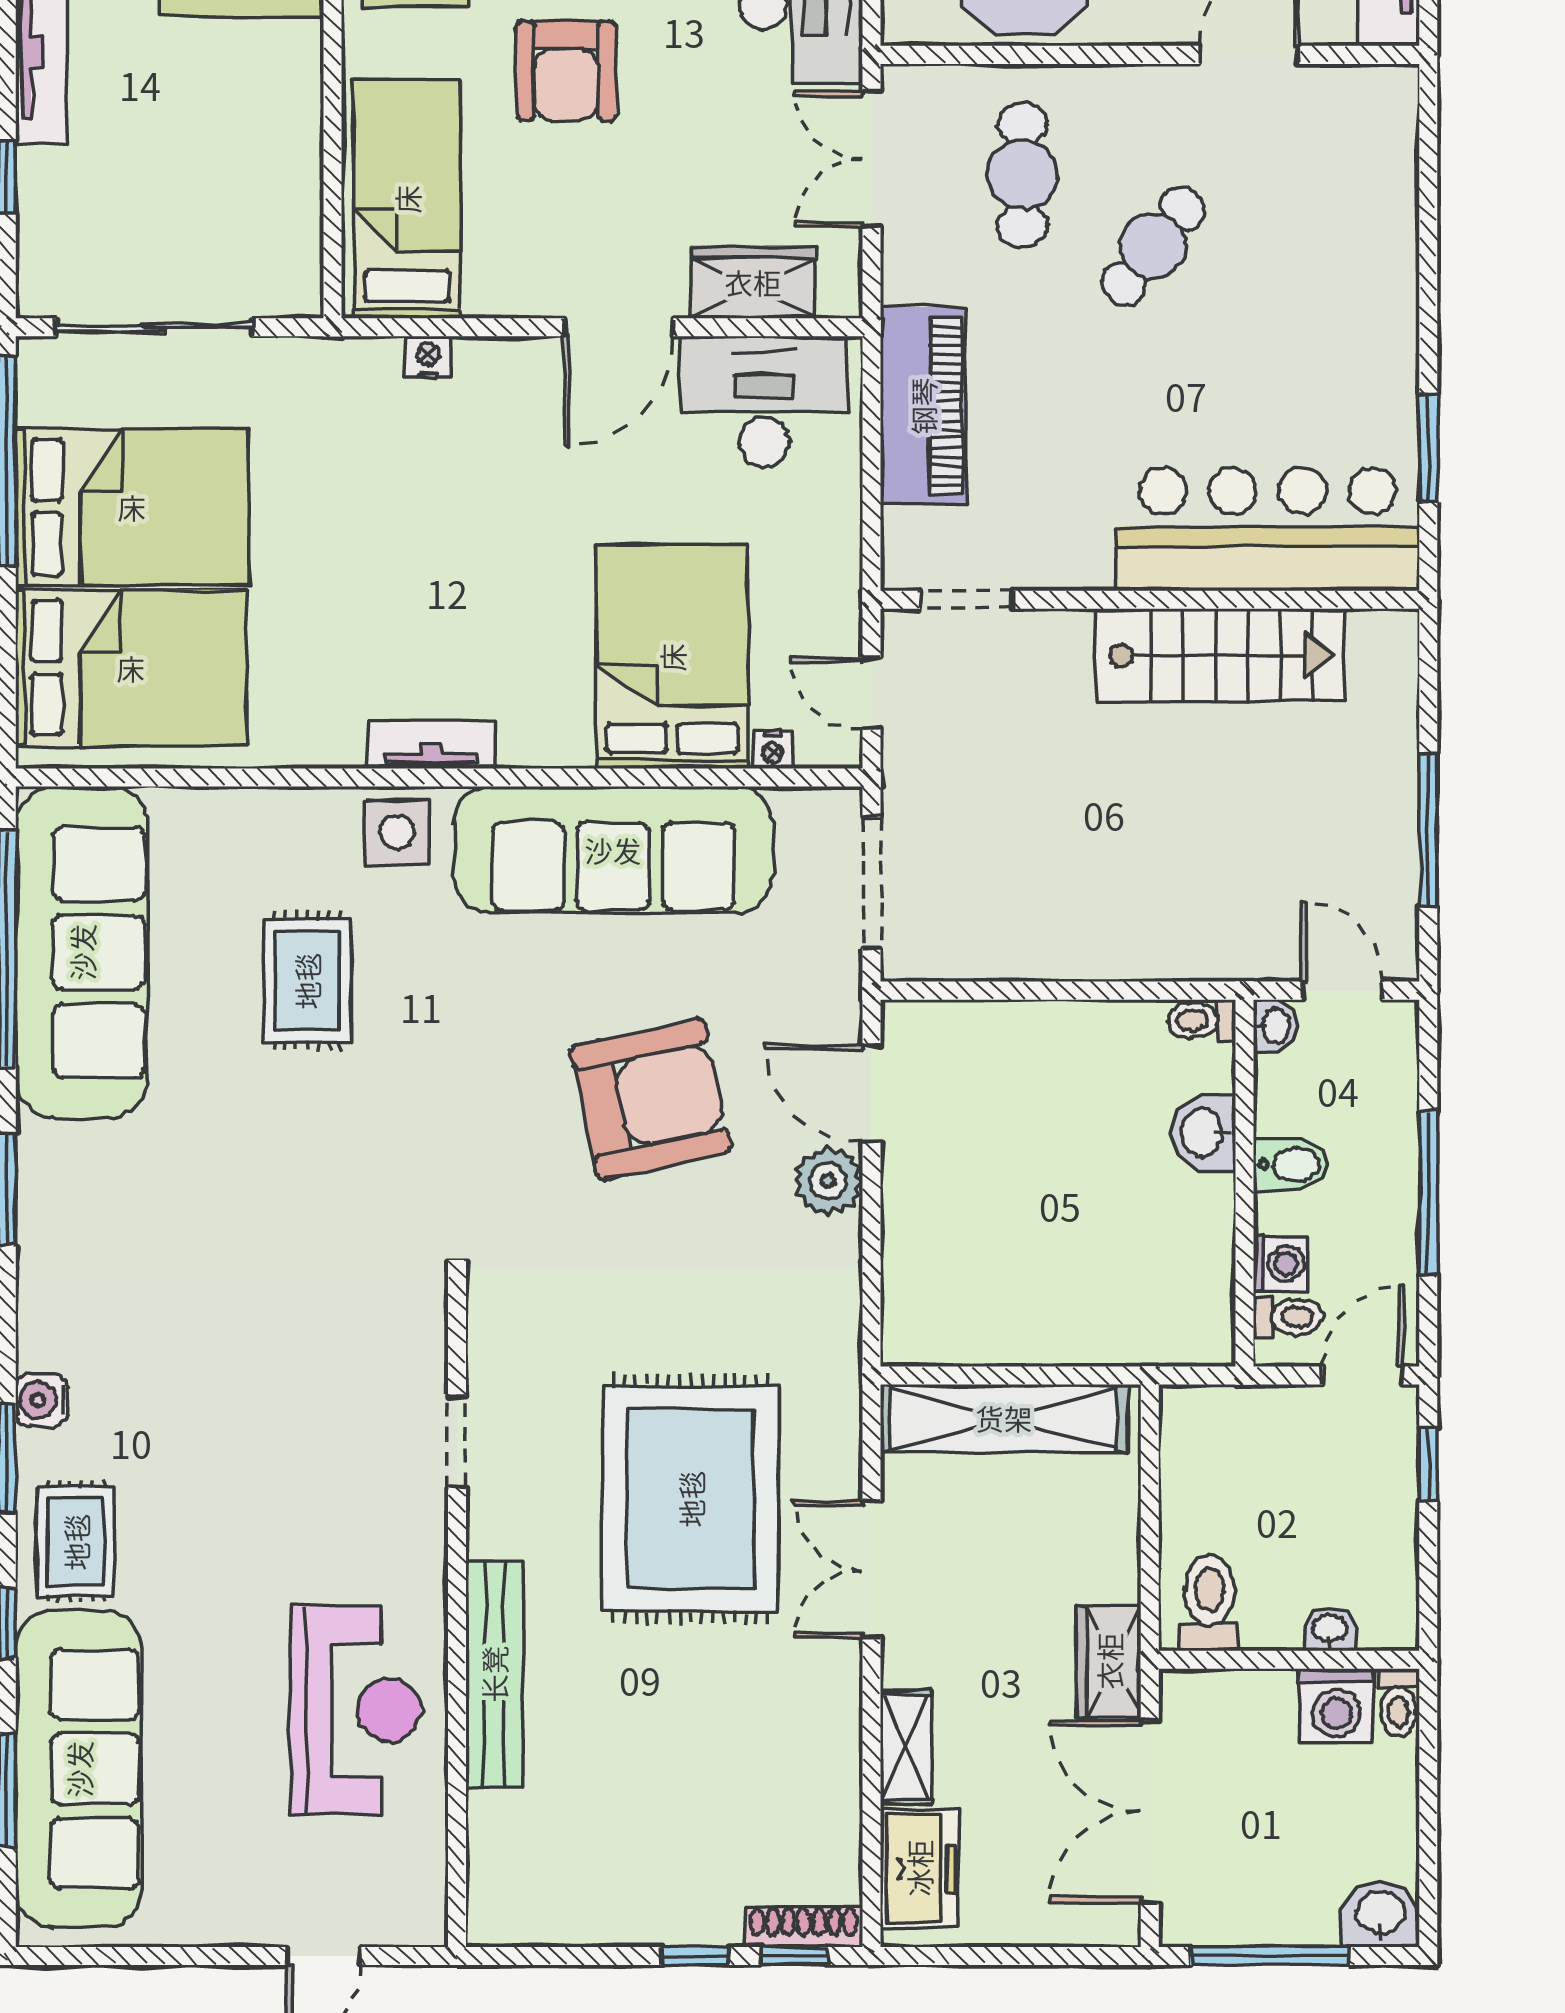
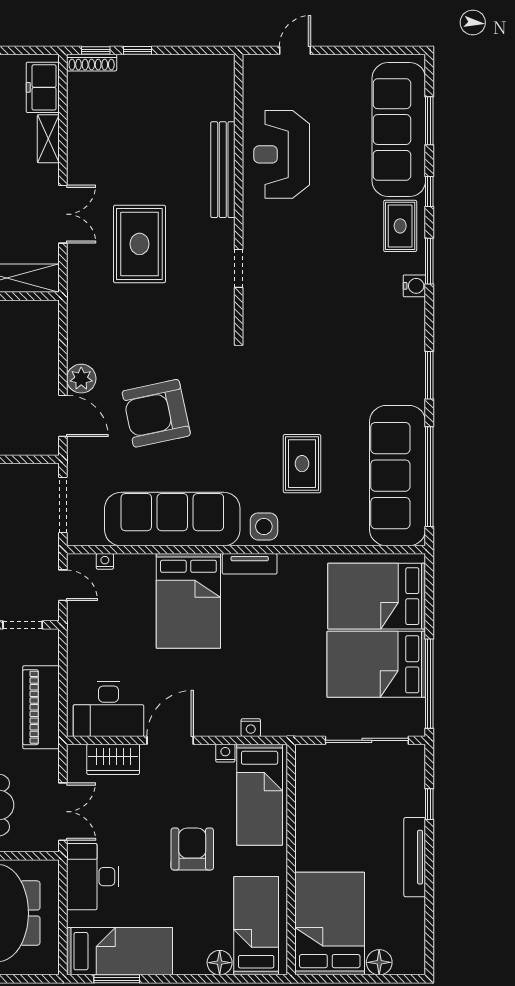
nightstand: (488, 297) -> (225, 753), added
bed: (672, 657) -> (188, 601), moved
rug: (691, 1499) -> (139, 244), width x0.73, depth x0.69

